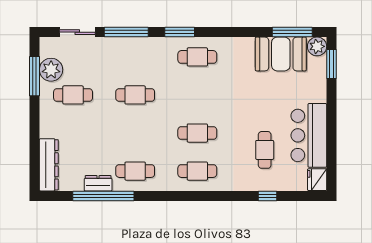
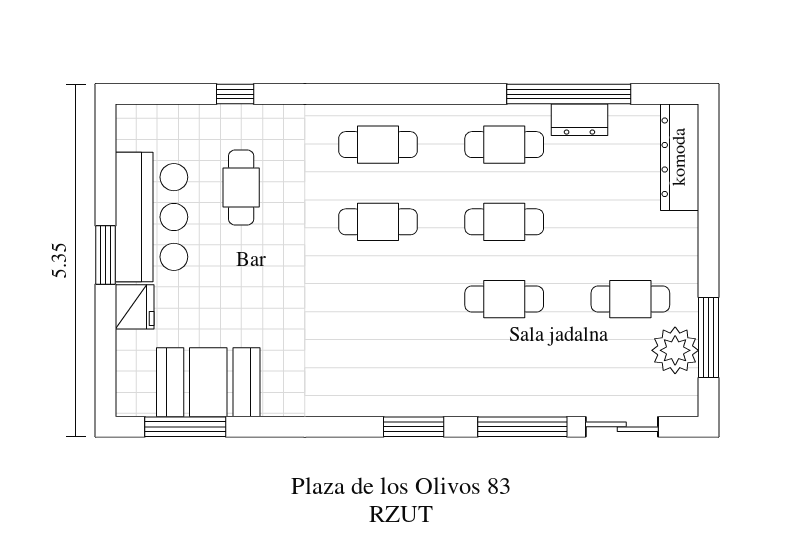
plant: (317, 46) -> (135, 398), removed
cafe table: (197, 57) -> (504, 222), moved
window: (331, 64) -> (106, 255), moved
fridge: (317, 180) -> (135, 307), moved

